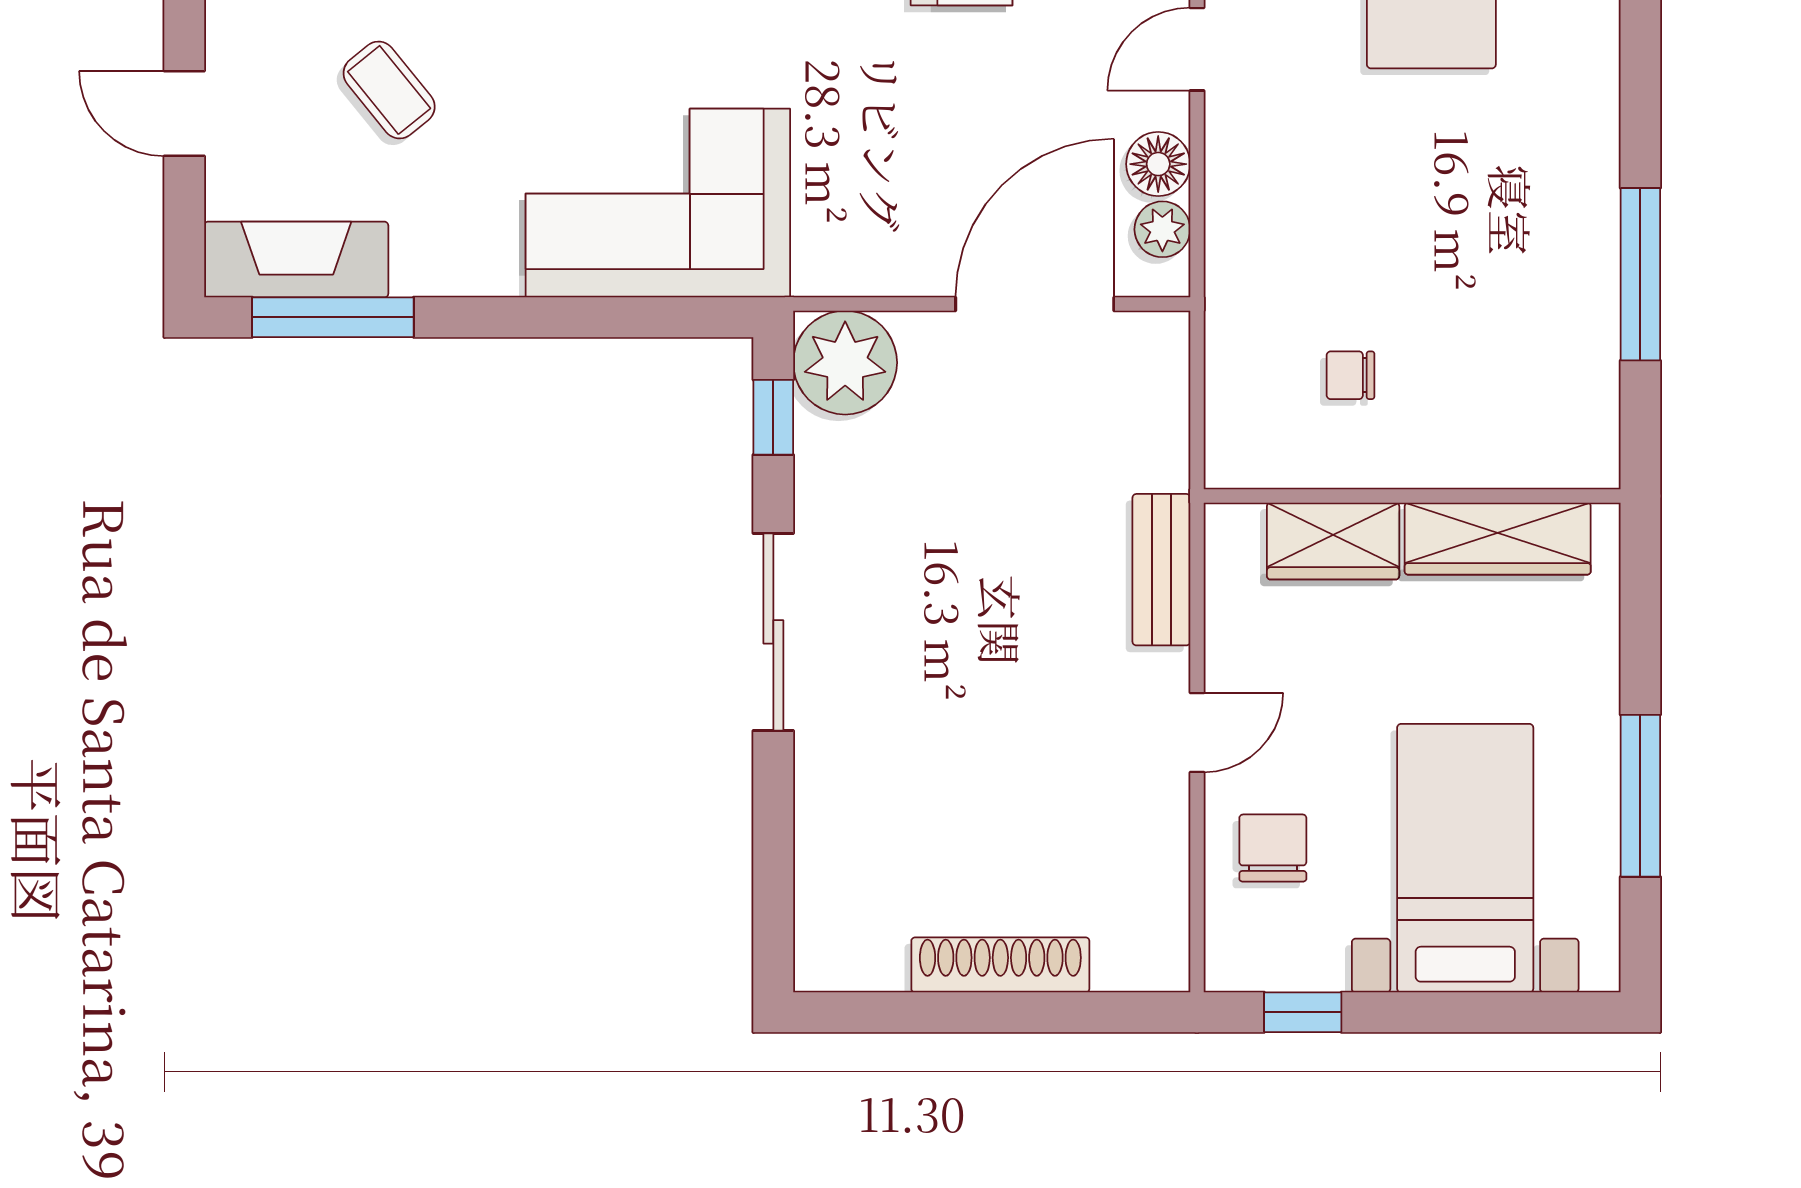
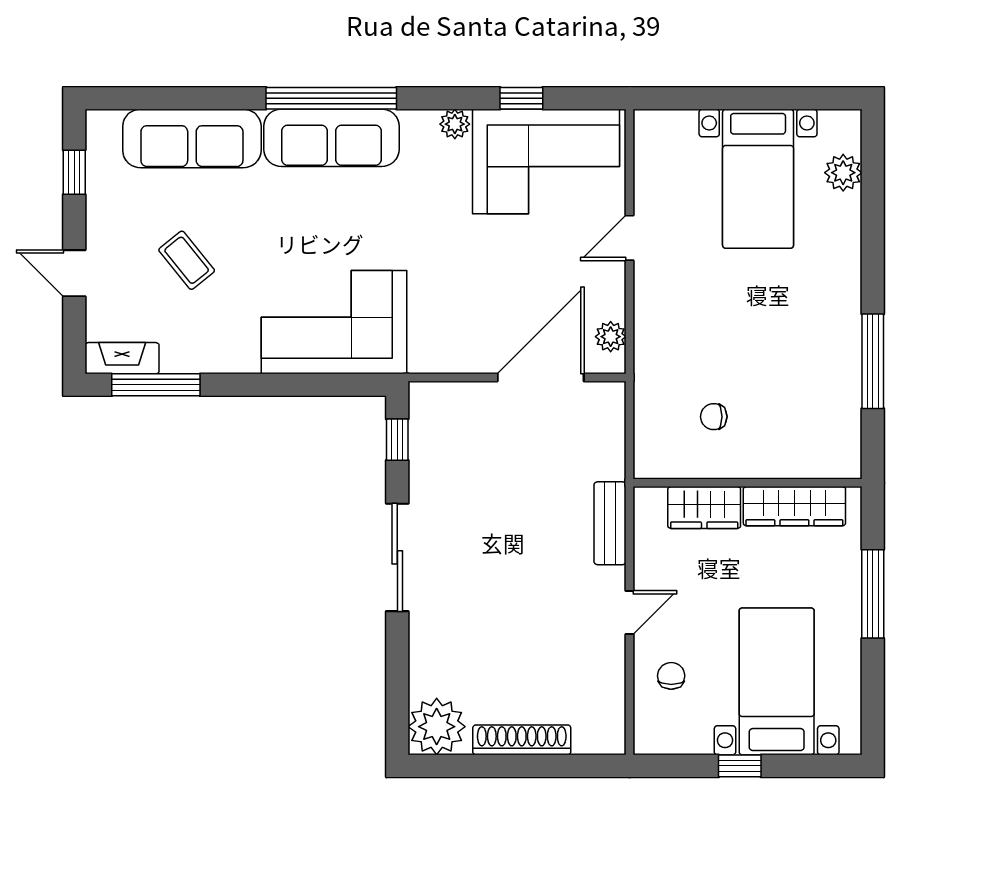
floor lamp: (1158, 164) -> (608, 301), removed
fireplace: (296, 260) -> (122, 358), width x0.73, depth x0.76
plant: (845, 363) -> (437, 727), moved
window: (1640, 796) -> (873, 594), moved
chair: (1273, 848) -> (671, 676), width x0.73, depth x0.73
window: (1303, 1012) -> (740, 766), moved

